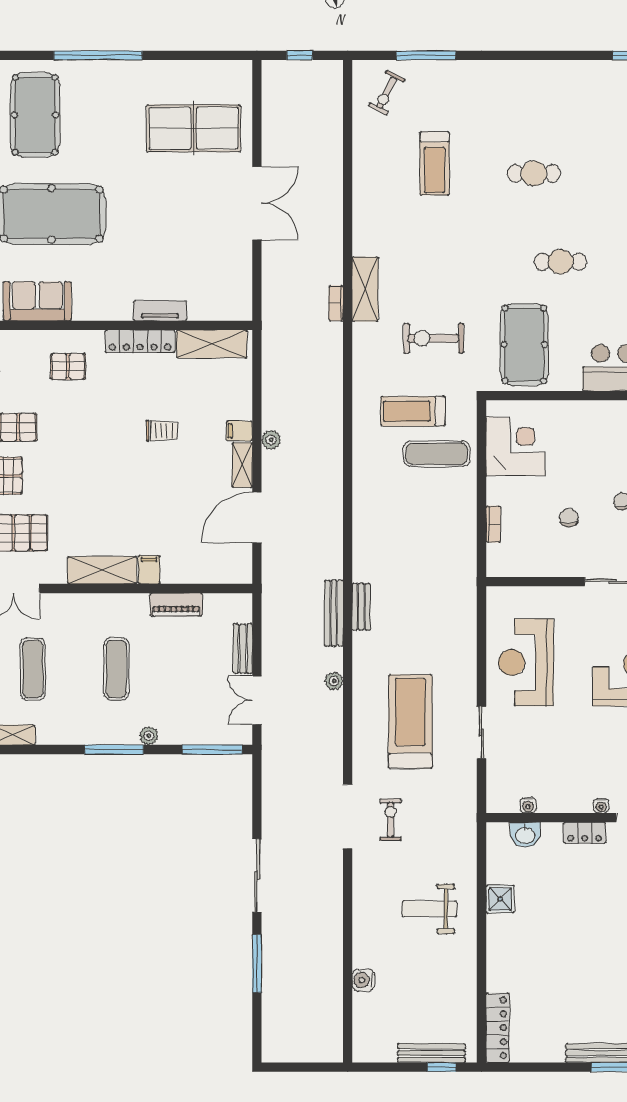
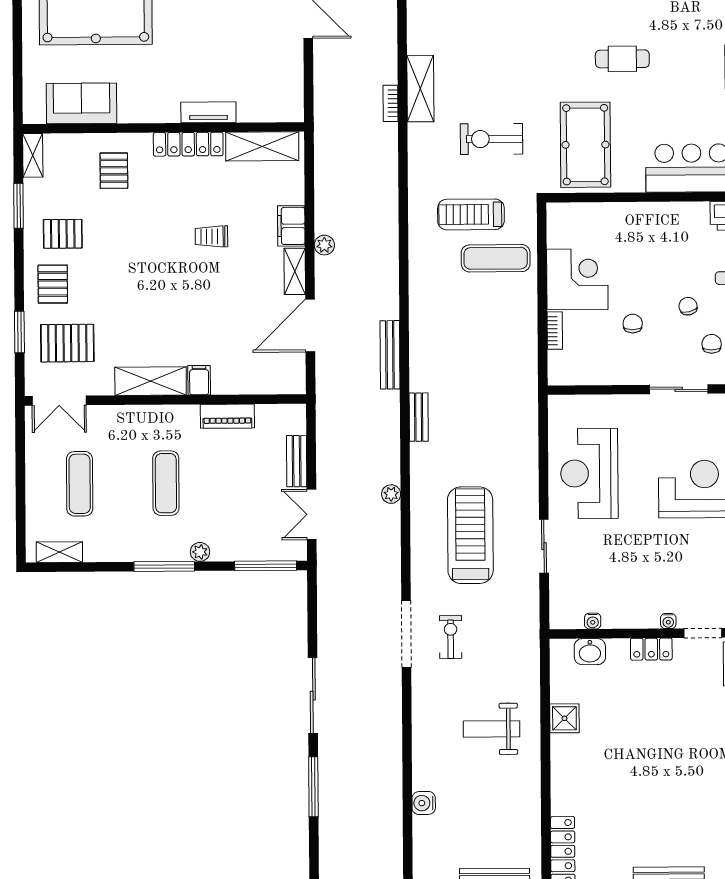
pallet: (68, 366) -> (114, 171), turned 90
trolley: (162, 431) -> (211, 236), turned 180
filing cabinet: (239, 431) -> (291, 226), width x2.00
corner desk: (515, 446) -> (577, 279), moved
bench: (334, 613) -> (390, 355), moved

